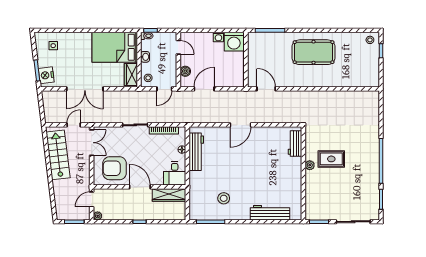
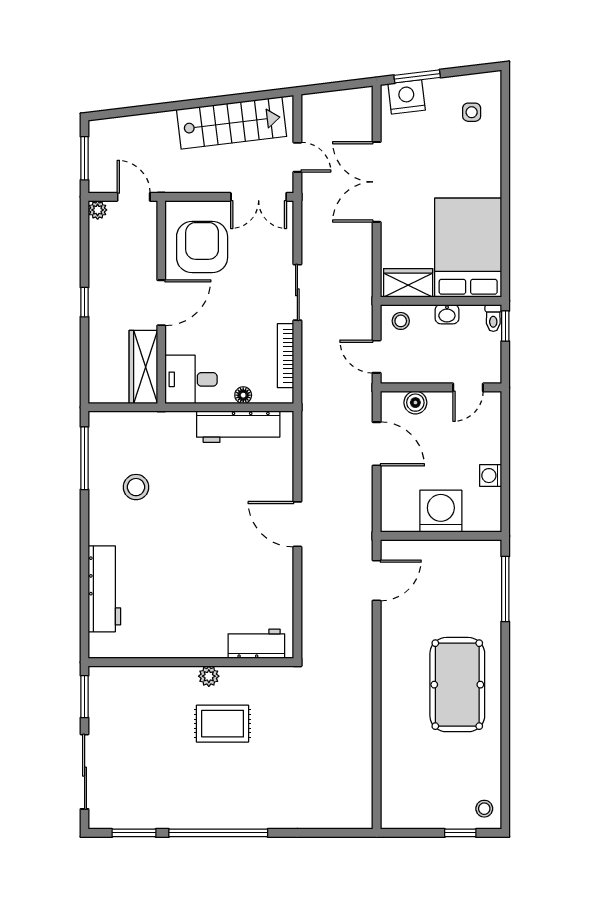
washing machine: (234, 42) -> (441, 511), moved, turned 90
rug: (331, 159) -> (223, 724), turned 90

